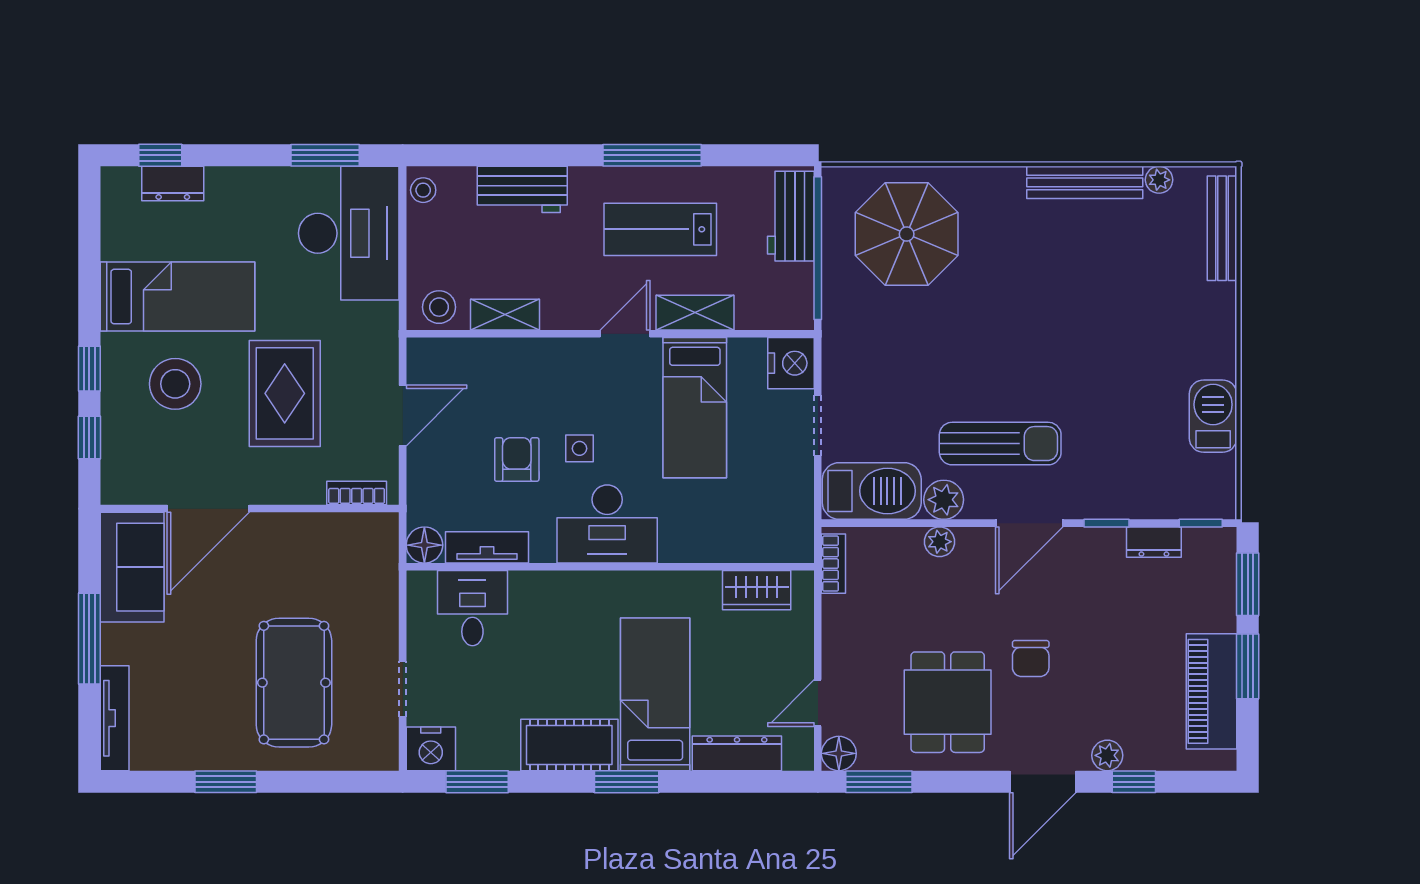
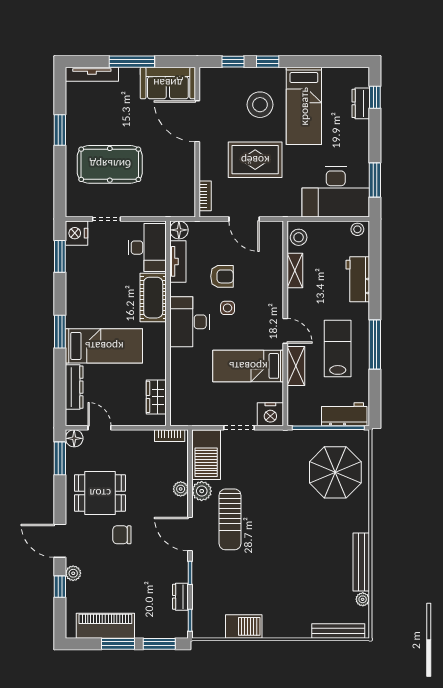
desk: (472, 608) -> (147, 248), width x1.37
cot: (569, 745) -> (153, 298), moved

